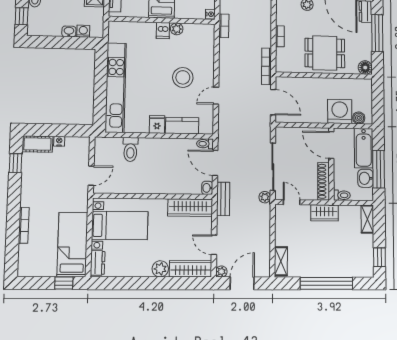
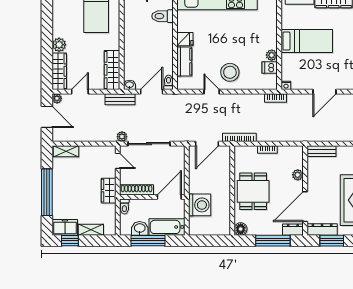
dishwasher: (163, 31) -> (270, 67), moved
stool: (183, 77) -> (230, 72), moved
boiler: (359, 118) -> (194, 223), removed
door: (292, 202) -> (118, 161), hinge flipped
shelving: (367, 219) -> (91, 230), moved
freezer: (365, 263) -> (65, 227), added

